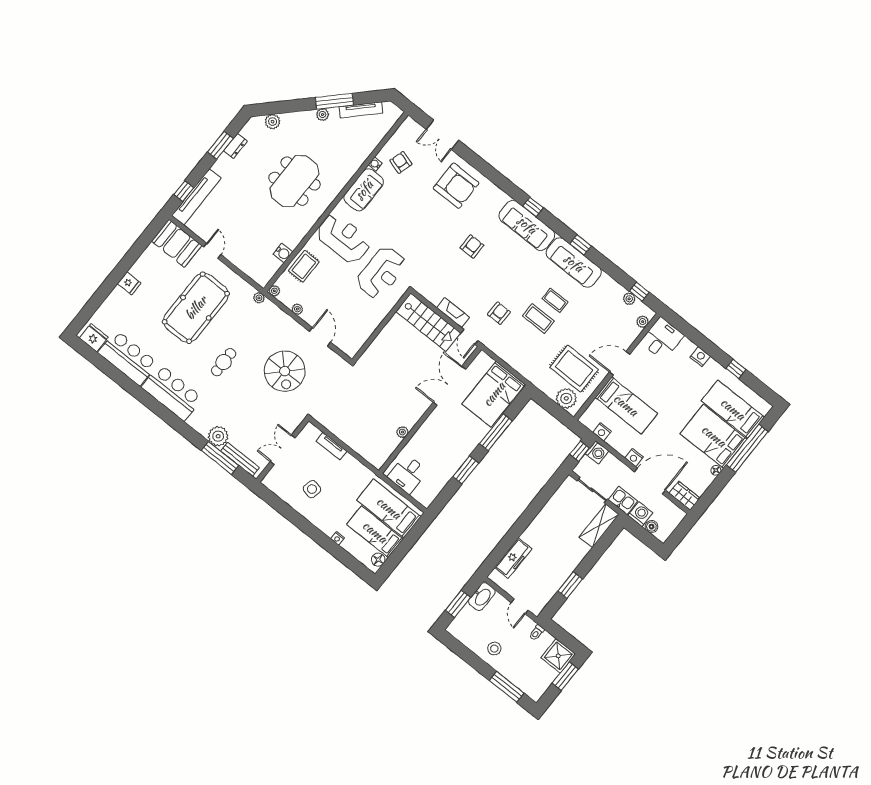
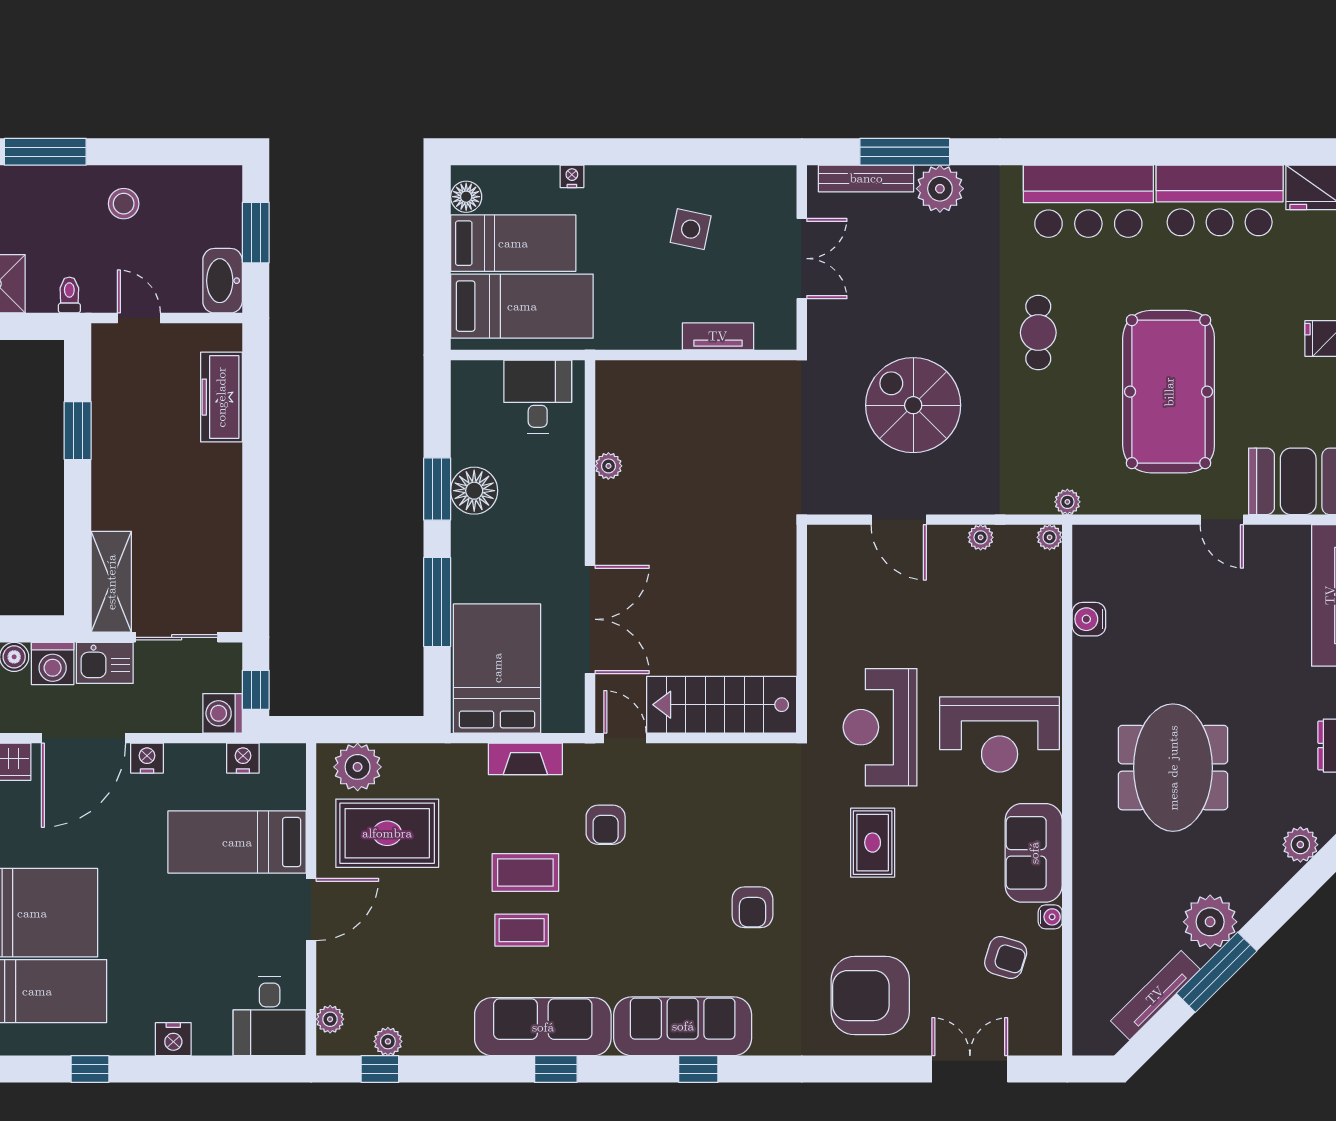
plant: (323, 115) -> (1210, 922), width x1.87, depth x1.87
rug: (304, 266) -> (873, 843), moved
fireplace: (453, 313) -> (525, 759), moved
floor lamp: (454, 460) -> (474, 491), added

